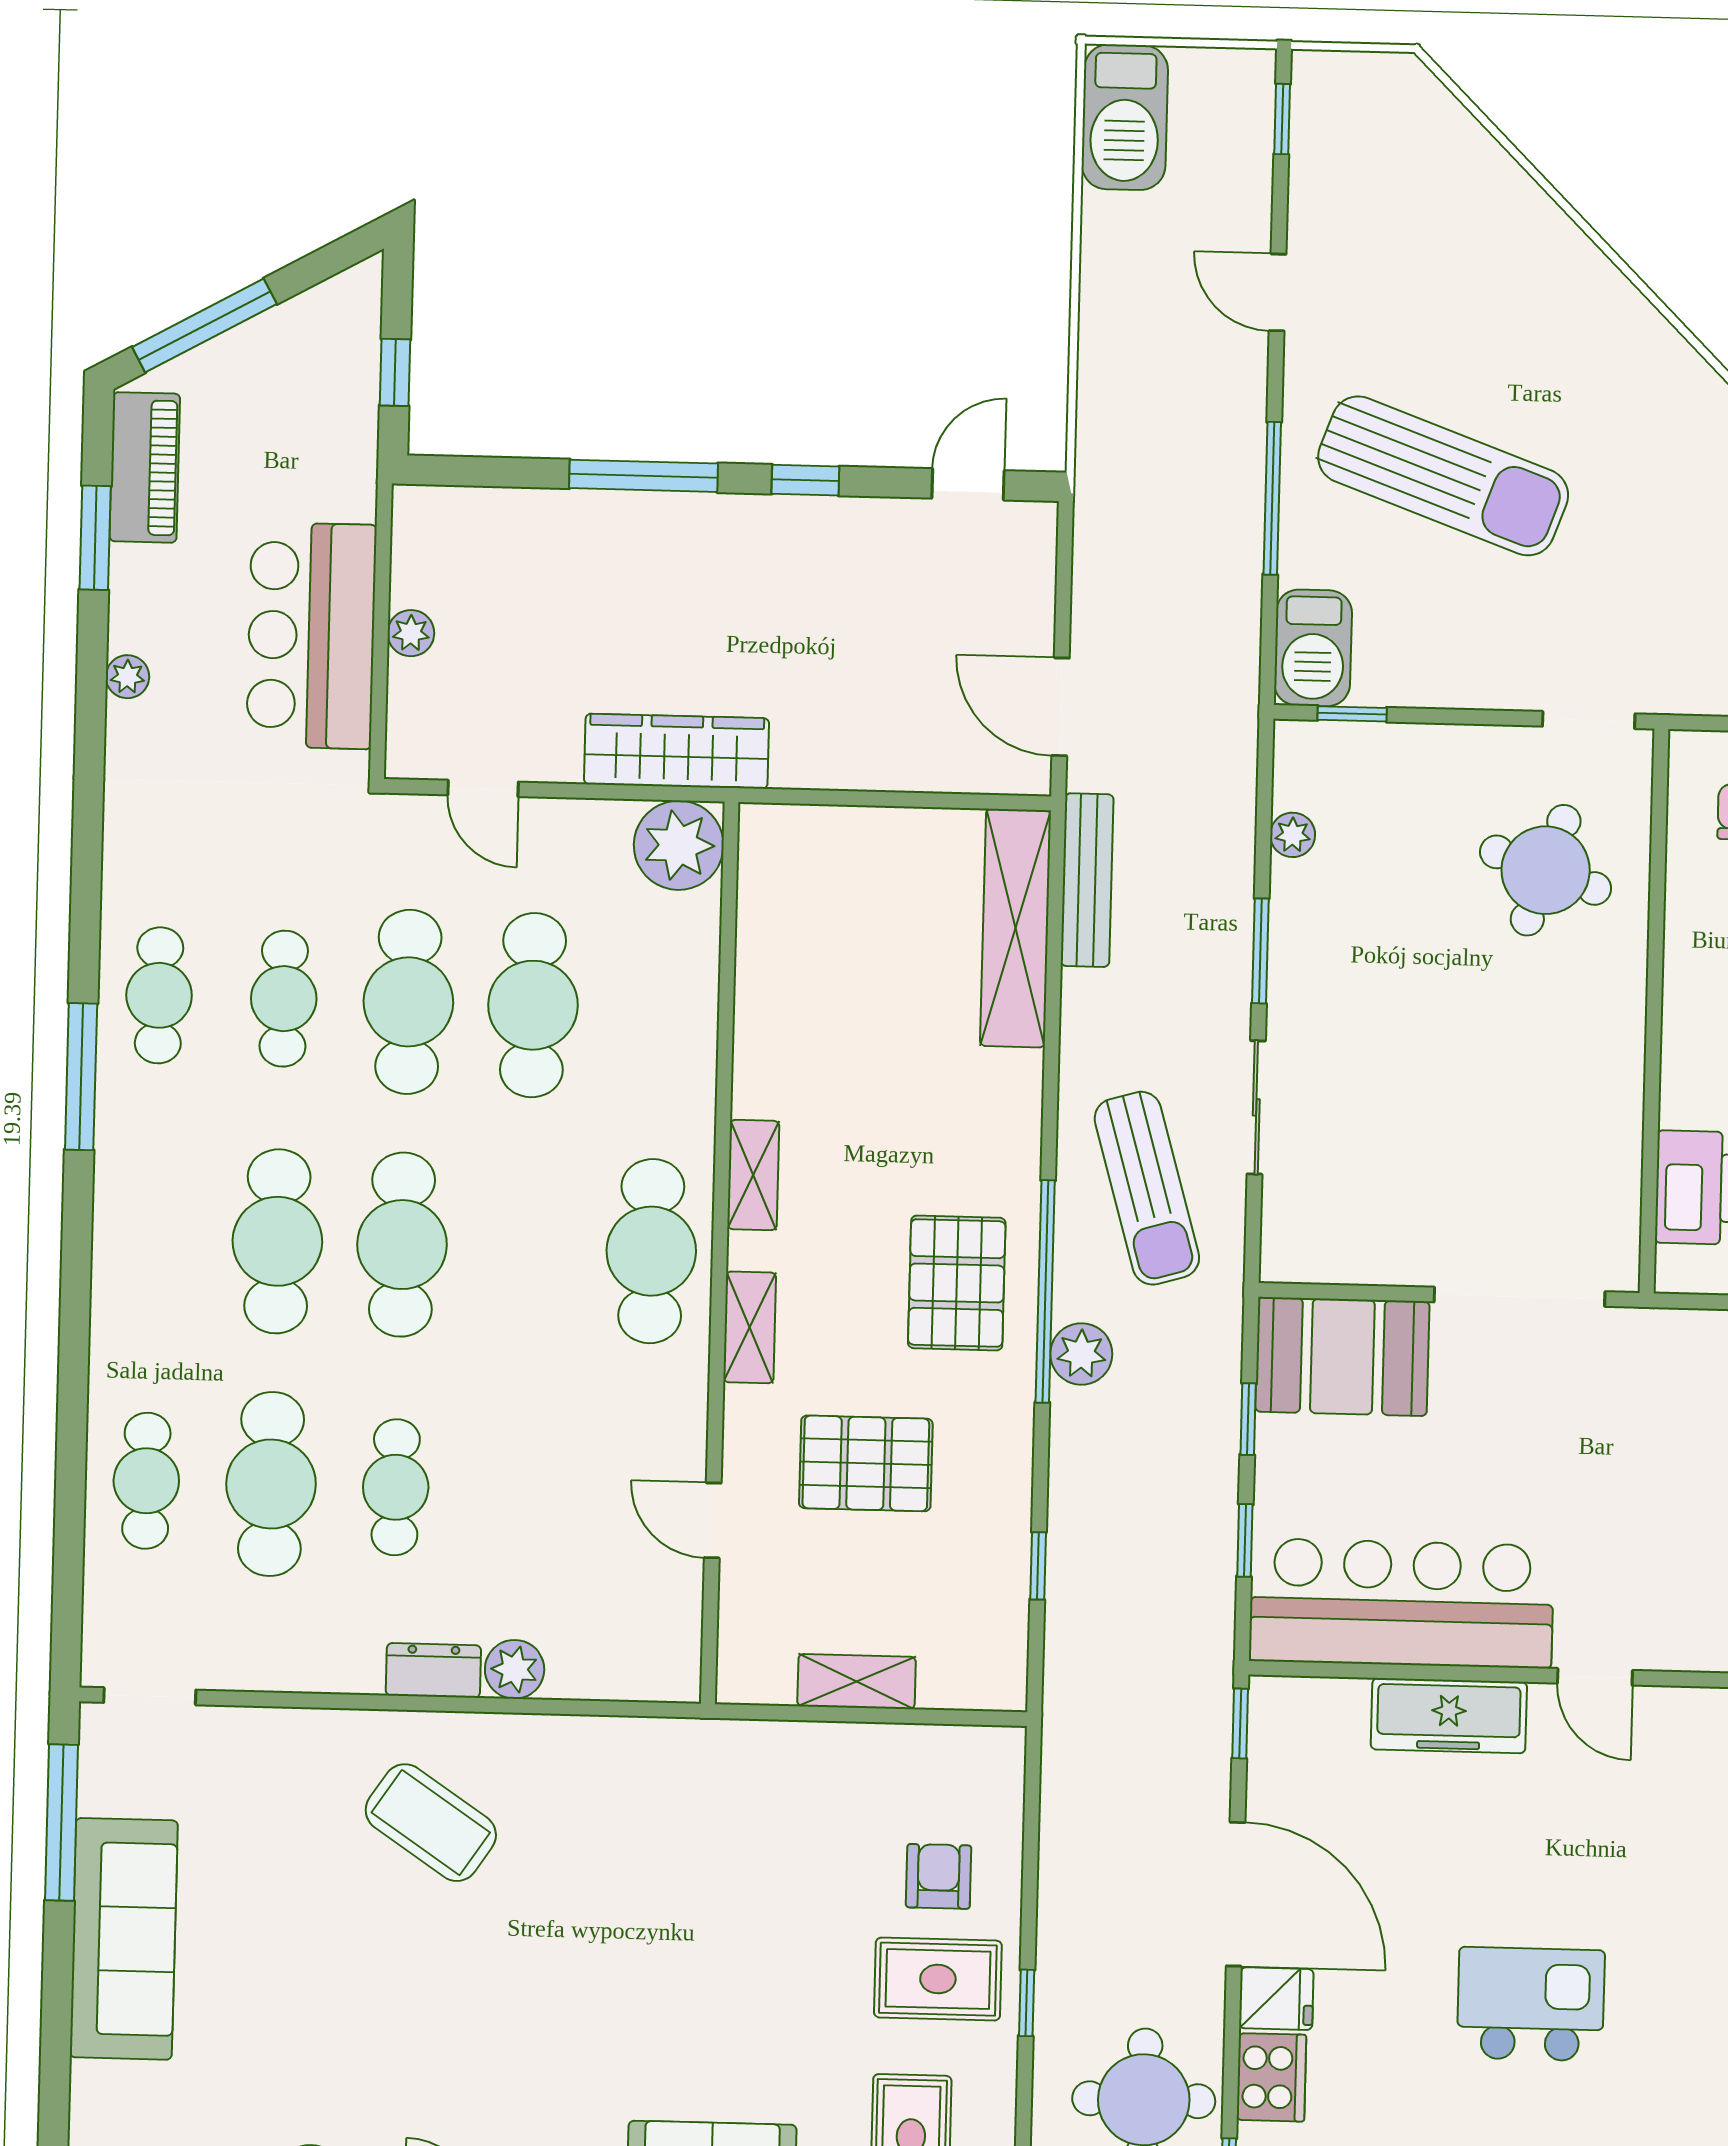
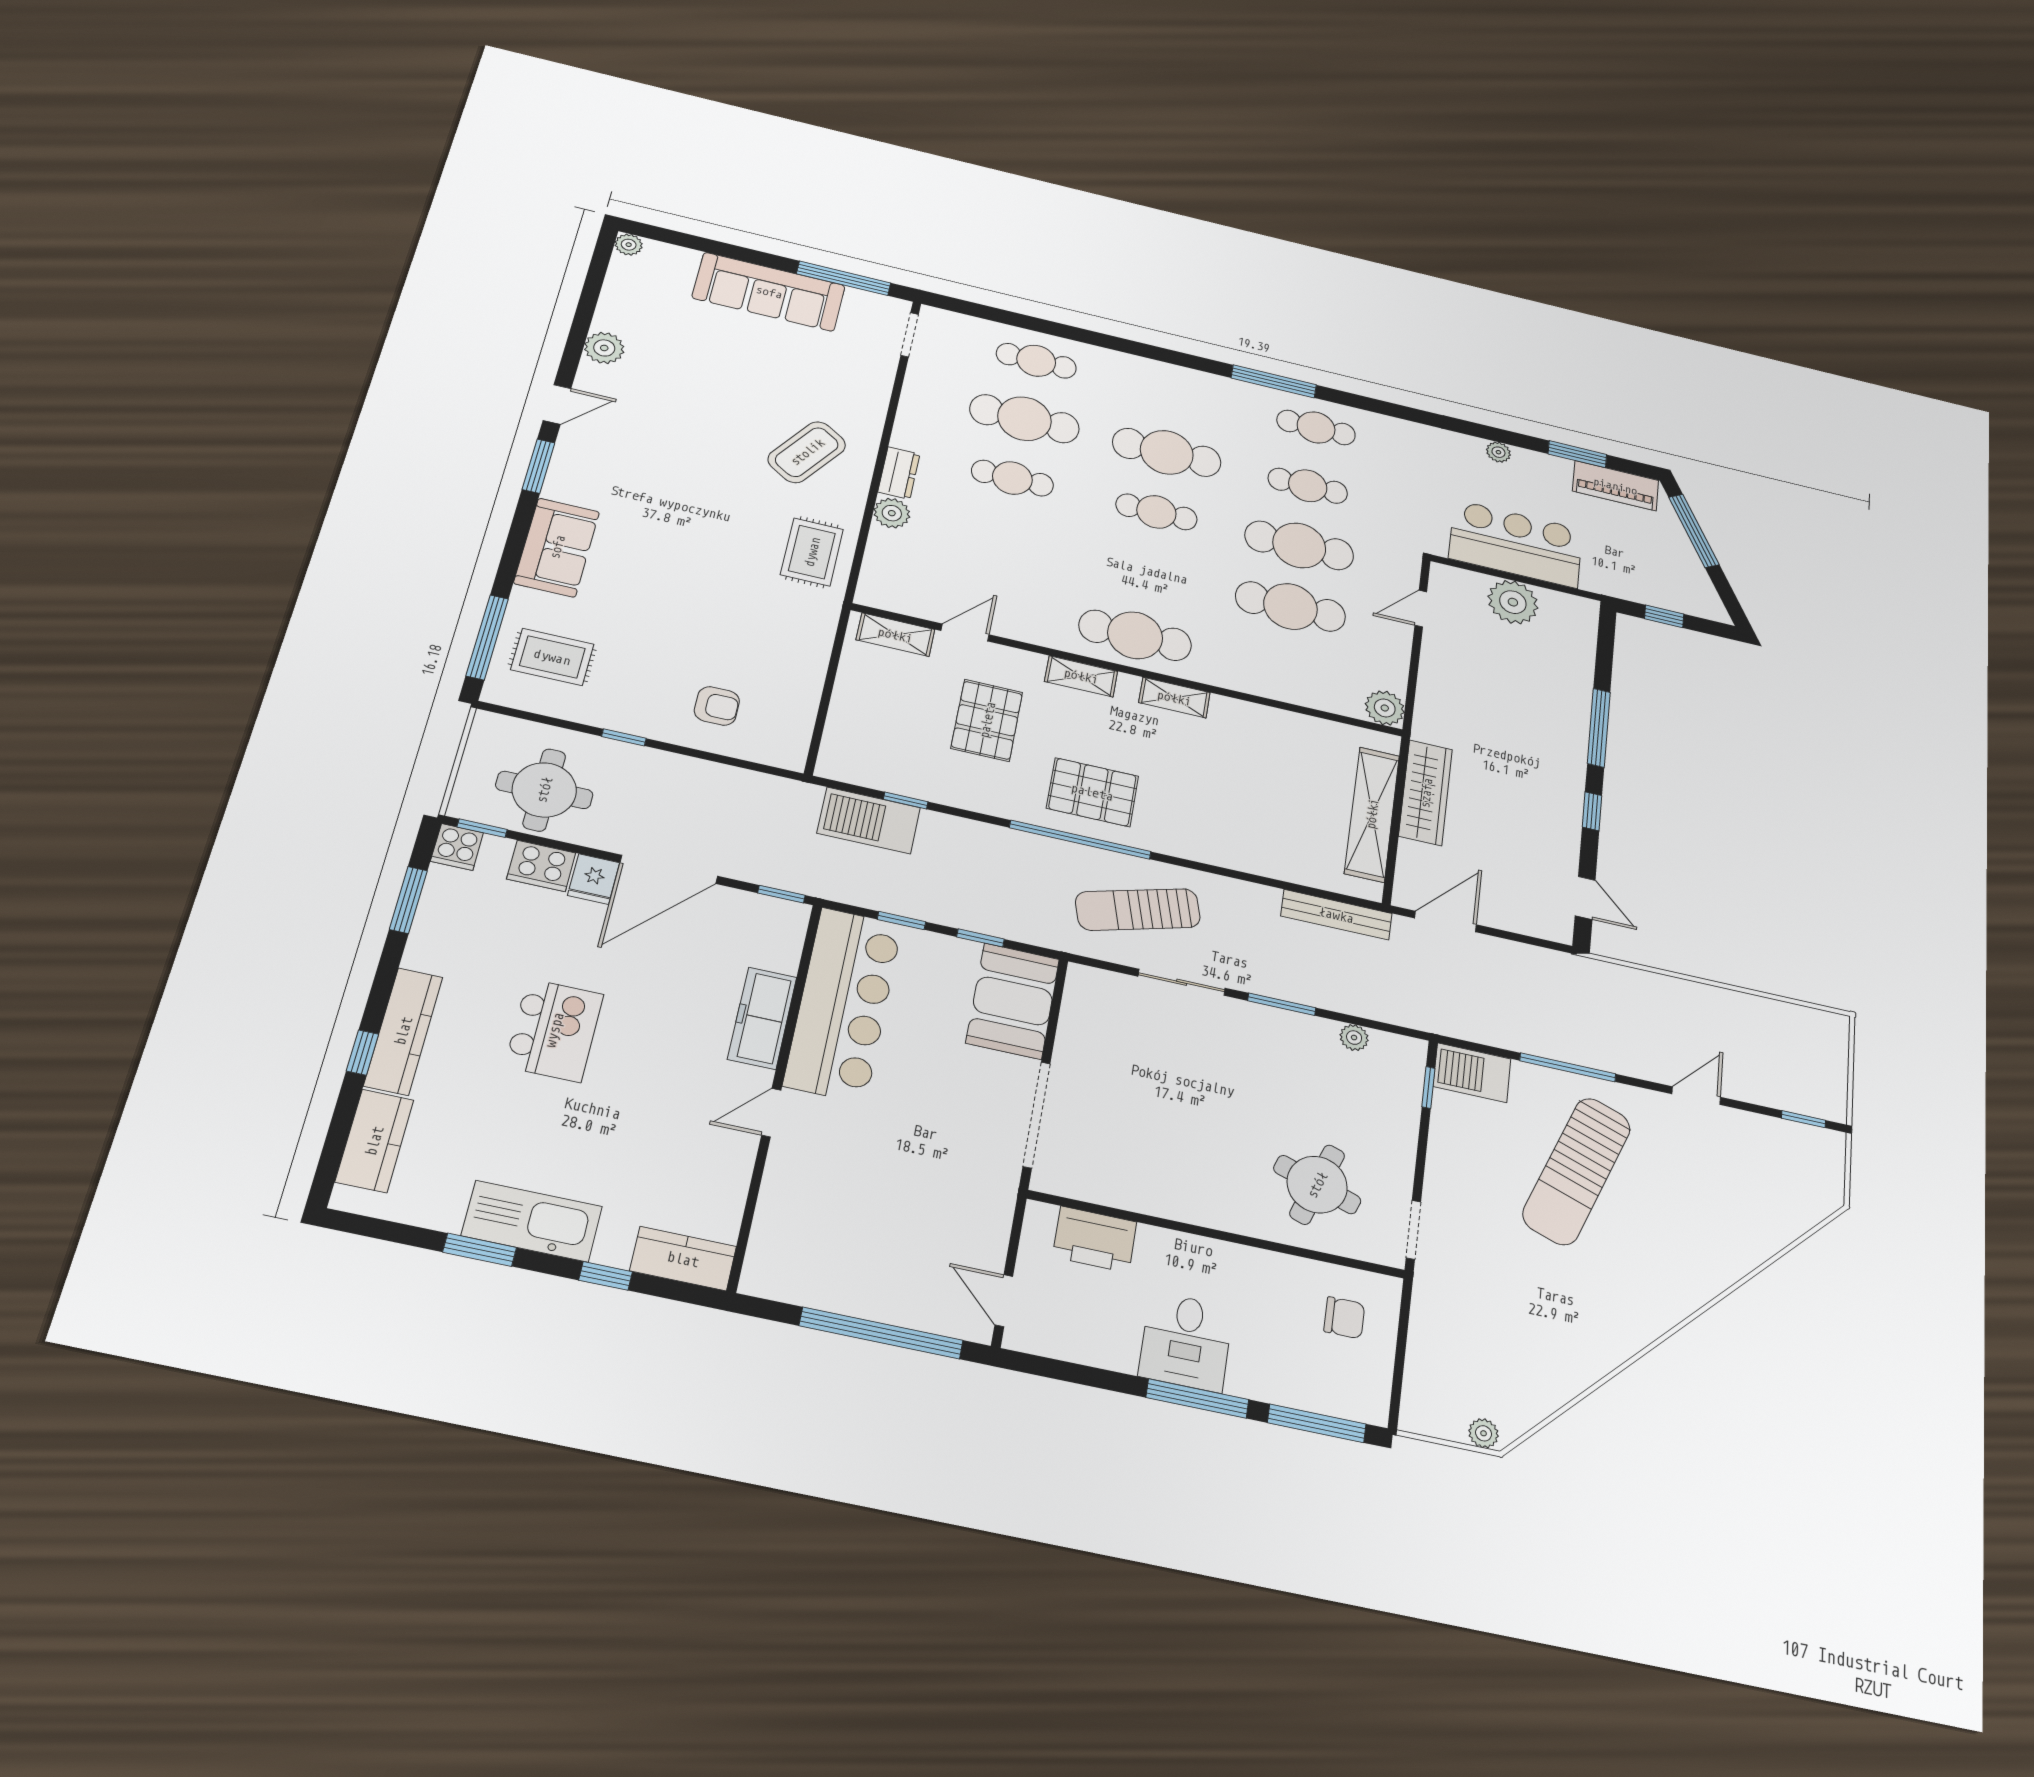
barbecue: (1125, 117) -> (869, 820), moved
plant: (411, 633) -> (1513, 602), width x1.87, depth x1.87
wardrobe: (677, 751) -> (1426, 793), moved
plant: (679, 845) -> (1385, 708), width x0.73, depth x0.73
shelving: (1015, 928) -> (1372, 814), moved, turned 90
cafe table: (402, 1245) -> (1156, 512), width x0.73, depth x0.74
plant: (1081, 1354) -> (1037, 852), removed
shelving: (857, 1682) -> (895, 635), moved, turned 90
rug: (938, 1979) -> (812, 552), moved

